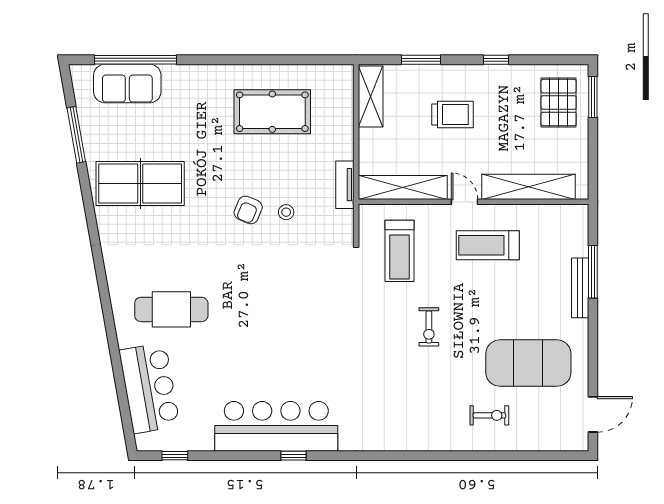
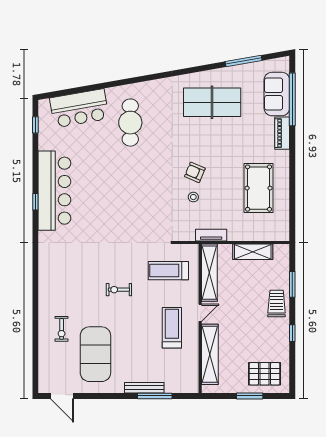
piano: (188, 75) -> (282, 133), added
shelving: (371, 97) -> (253, 252), moved
window: (593, 97) -> (250, 396), moved
trolley: (452, 114) -> (277, 303), moved, turned 180
table tennis table: (140, 183) -> (212, 102), turned 90

